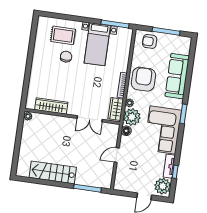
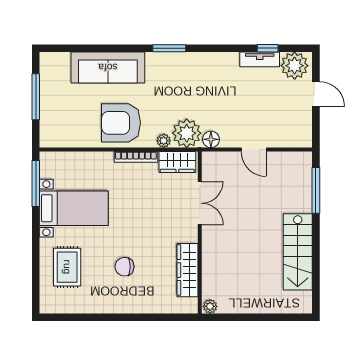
armchair: (150, 41) -> (57, 122), removed
chair: (66, 57) -> (125, 267), moved
corner sofa: (163, 130) -> (201, 79), removed

